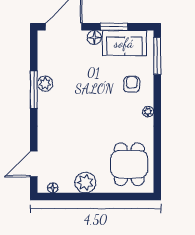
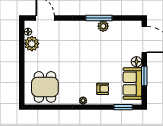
window: (157, 56) -> (123, 107), width x0.69
dining table: (129, 164) -> (45, 87), turned 90
plant: (85, 183) -> (32, 44), moved

